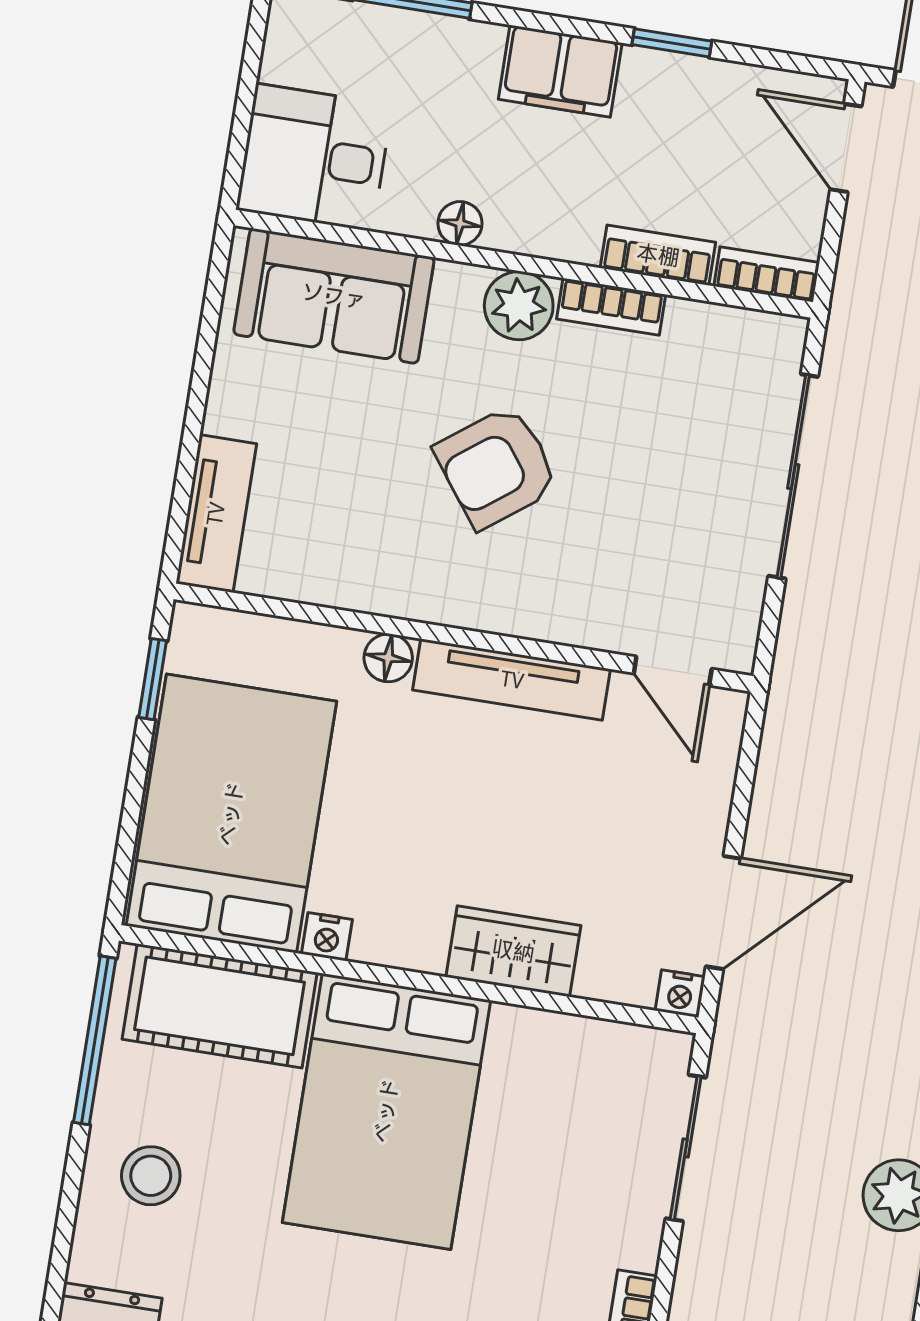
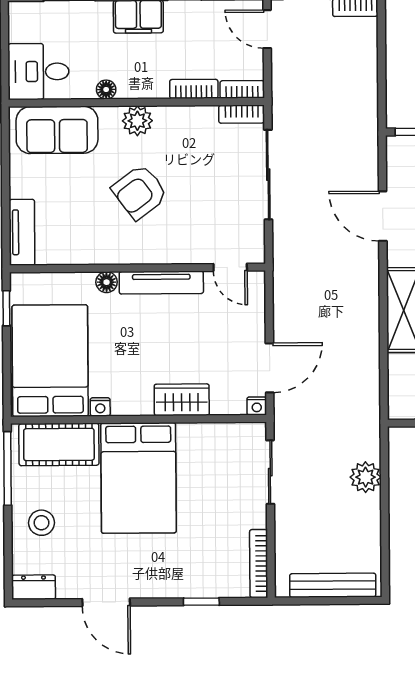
bookcase: (611, 307) -> (242, 114), moved

